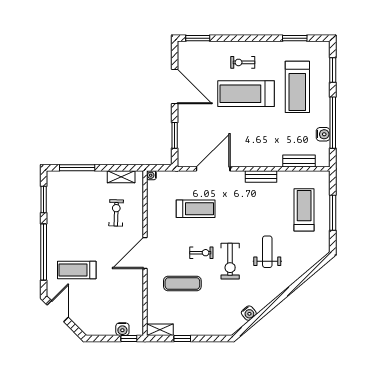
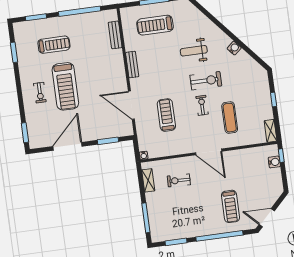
treadmill: (297, 87) -> (54, 45), width x0.73, depth x0.73
water cooler: (323, 134) -> (90, 18), removed
water cooler: (249, 313) -> (234, 48), moved
window: (182, 338) -> (274, 99), moved

